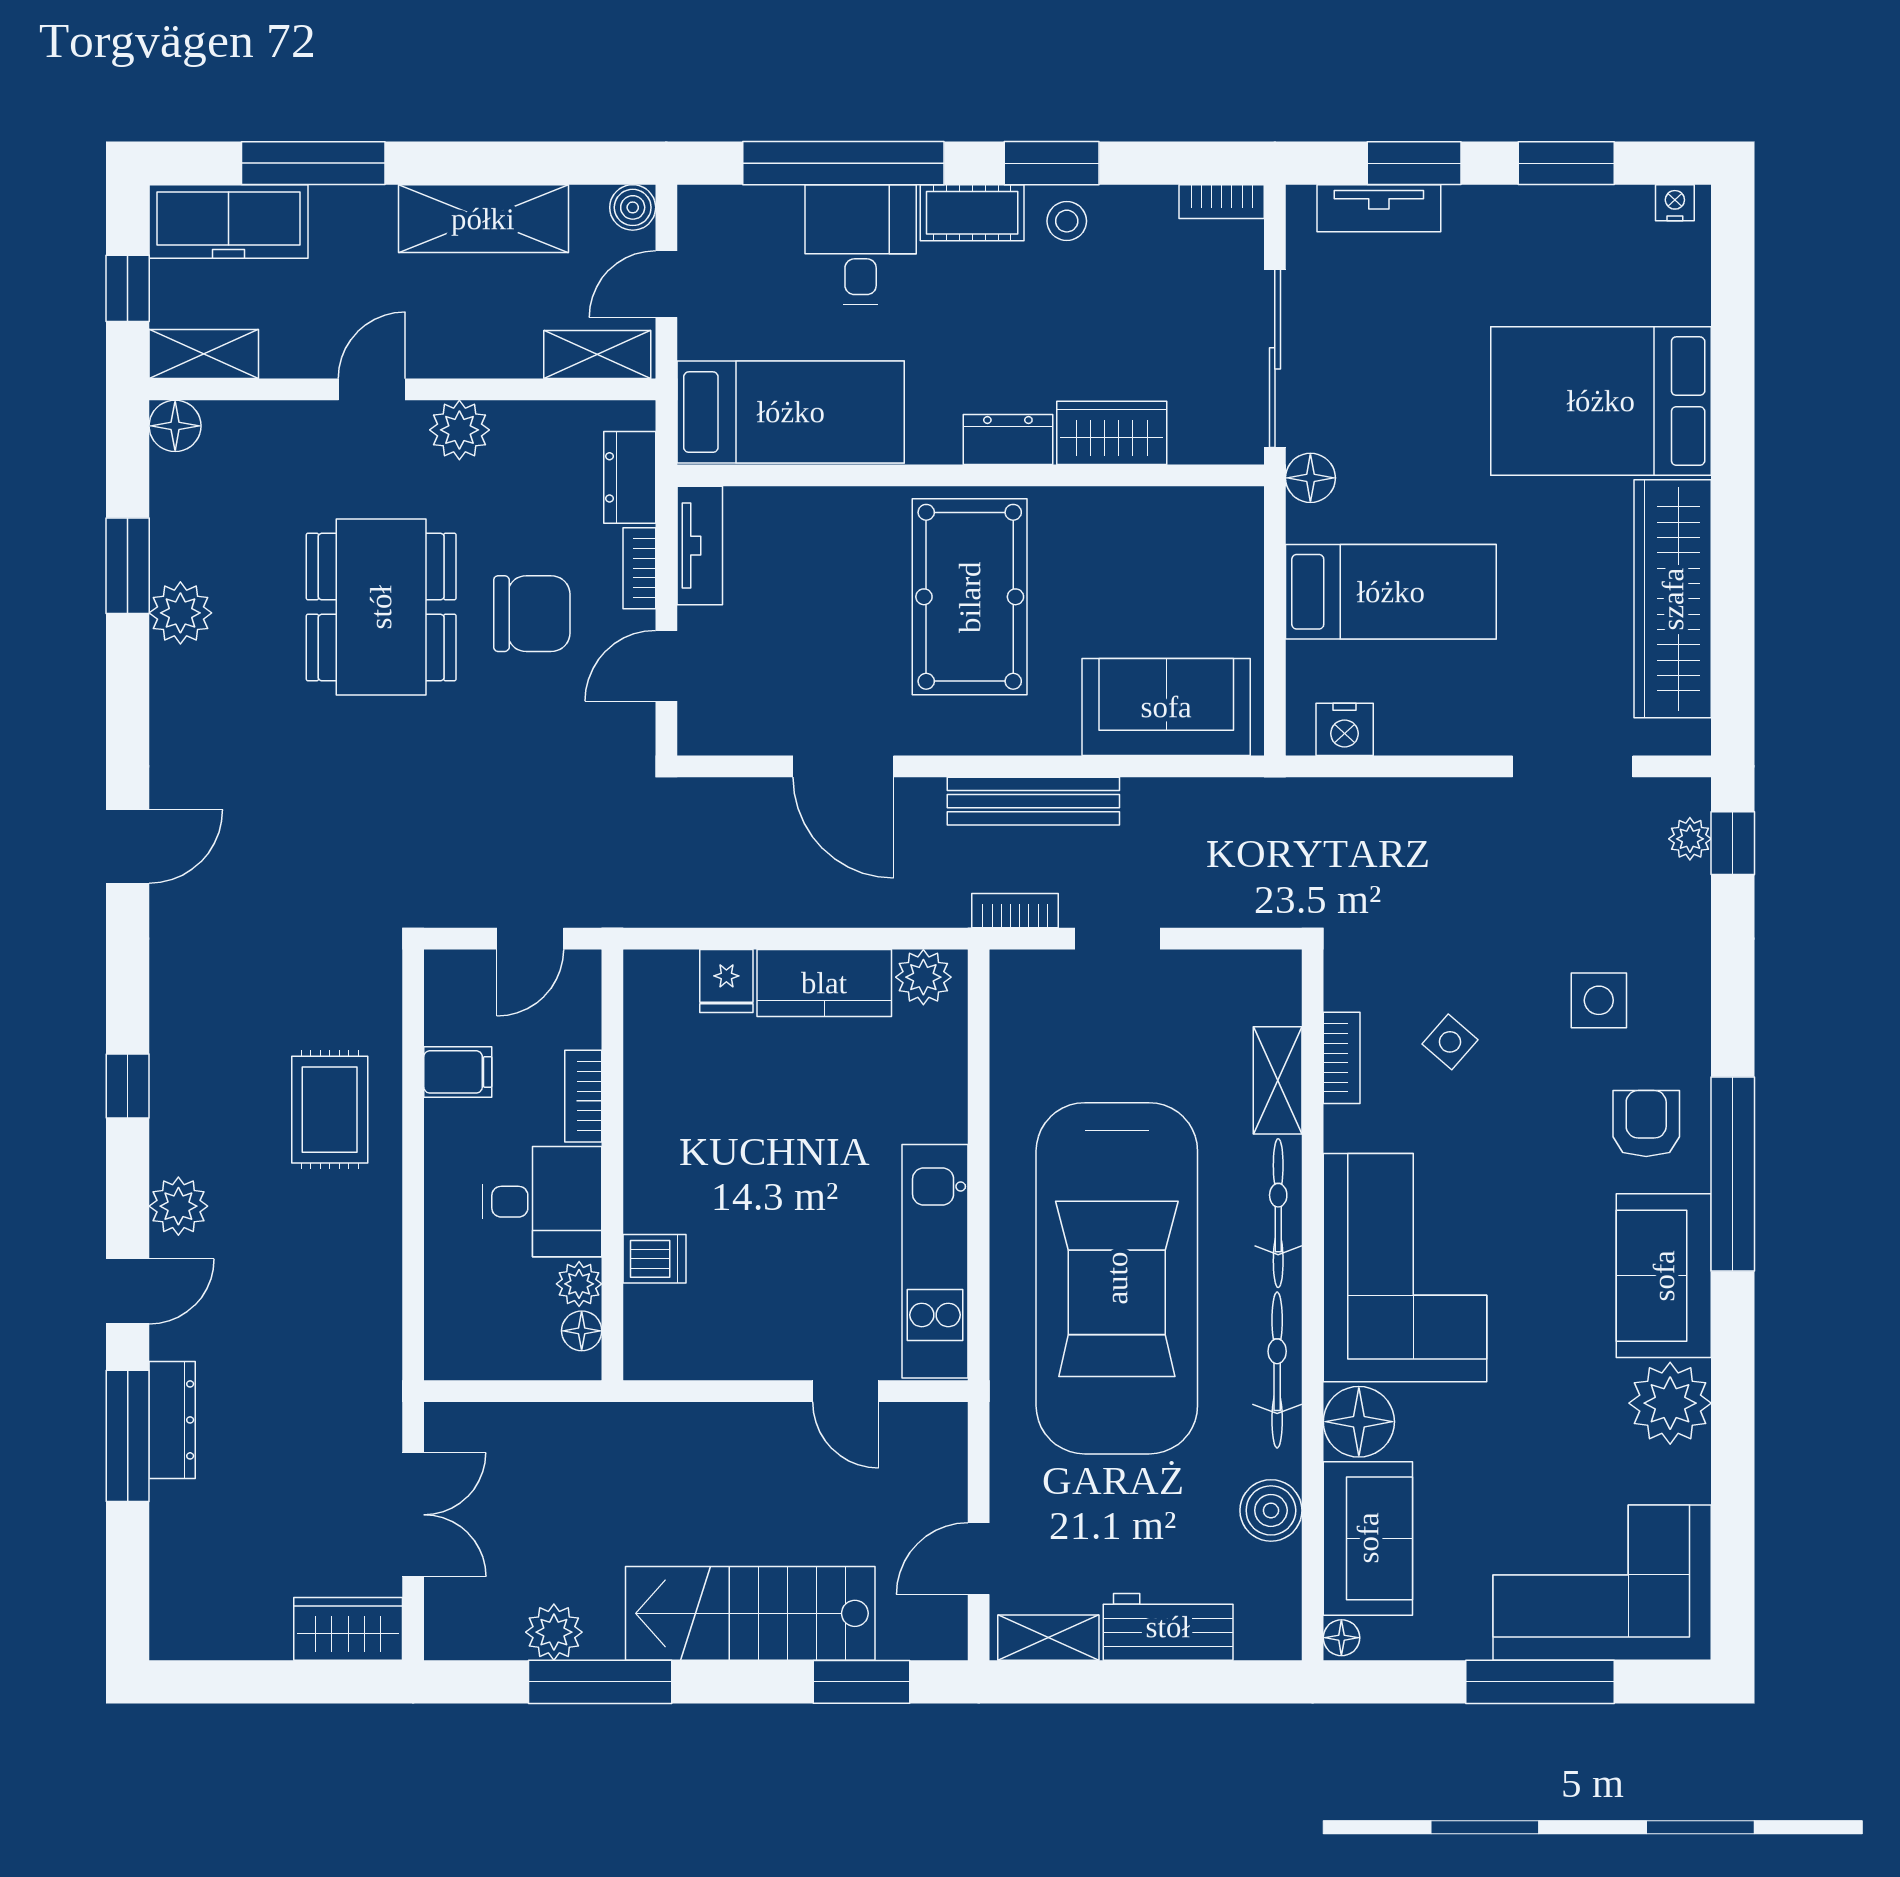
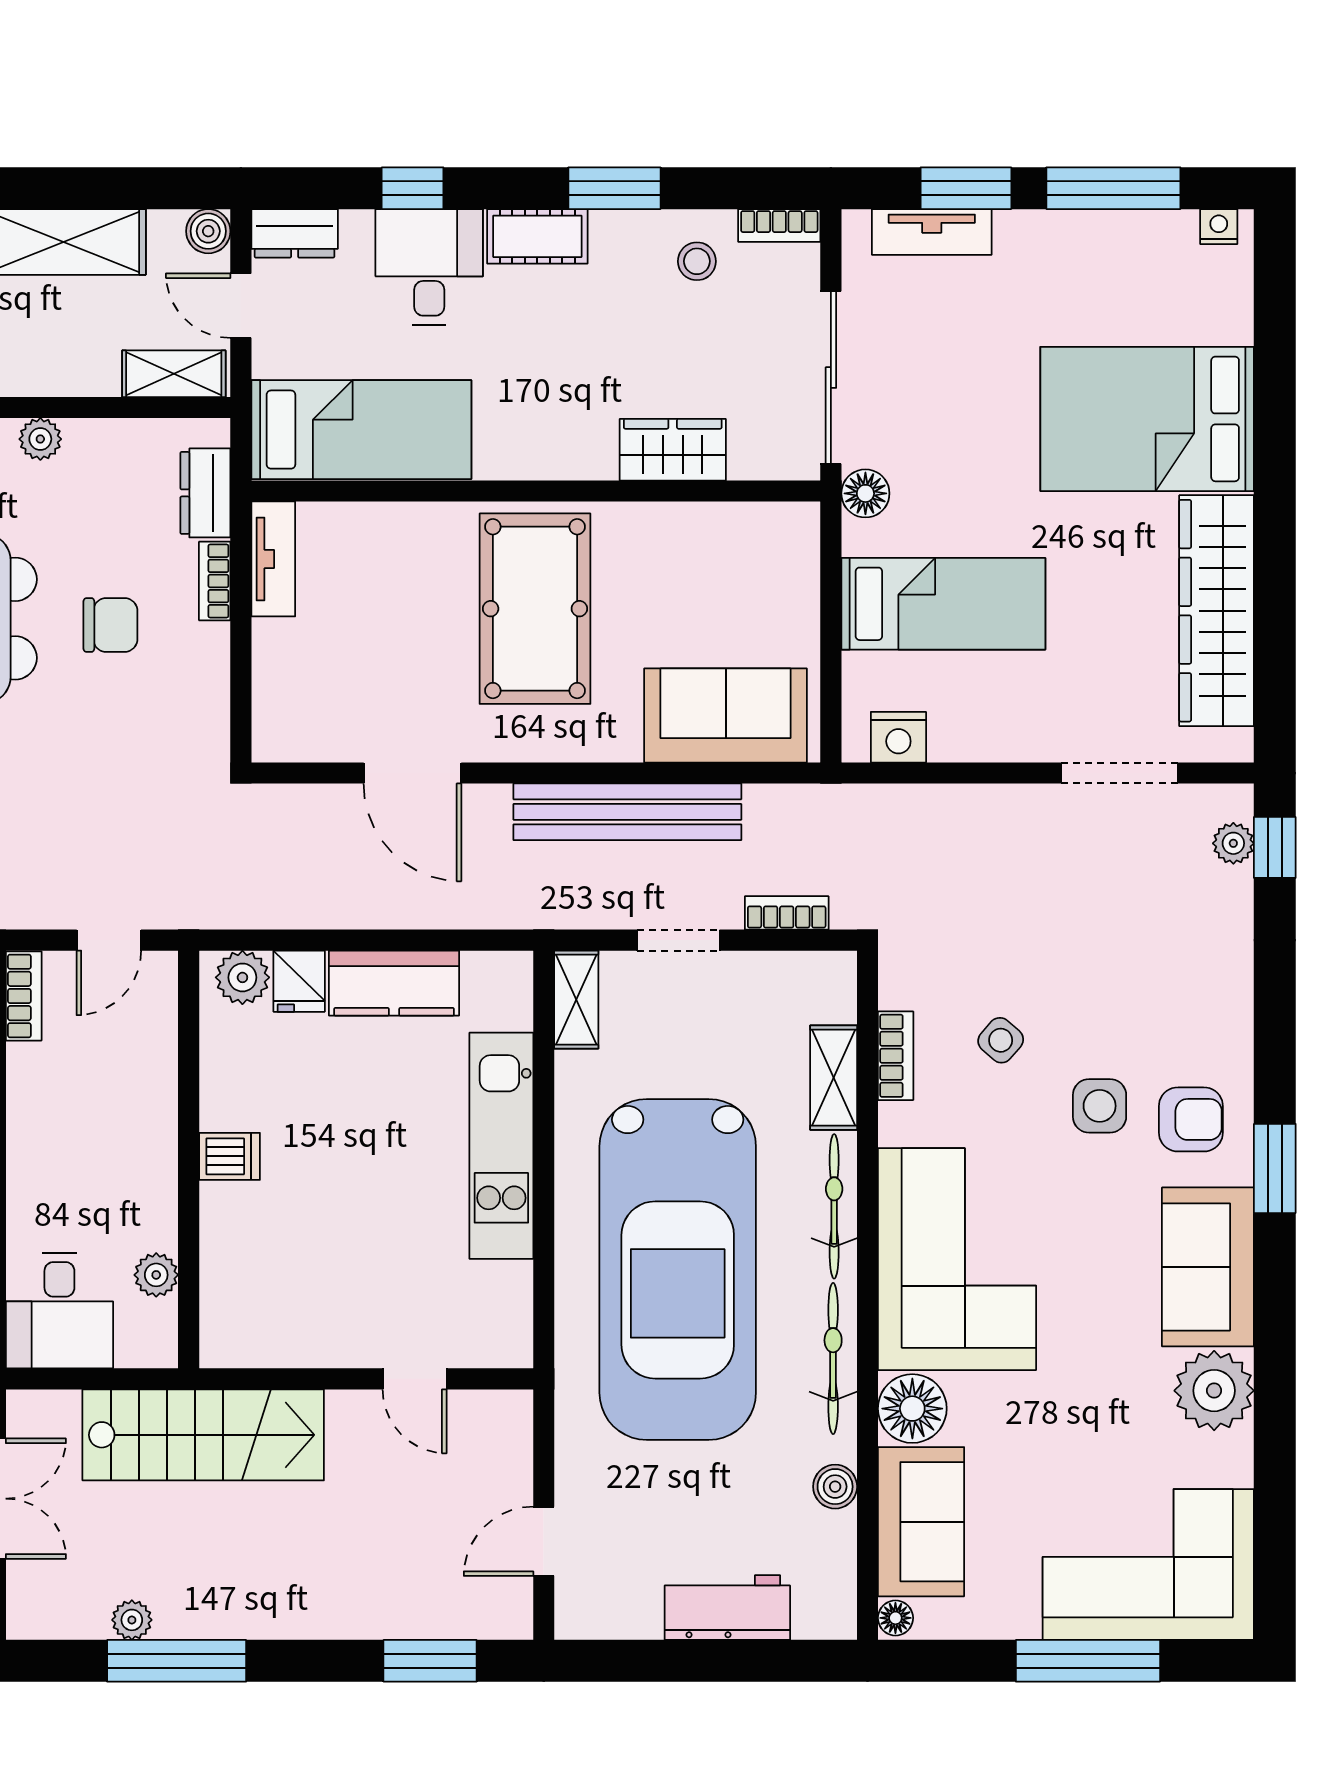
window: (843, 163) -> (413, 188), width x0.32
window: (1566, 163) -> (1113, 188), width x1.44
stool: (1067, 221) -> (697, 261), moved
door: (666, 284) -> (241, 306), hinge flipped
plant: (459, 430) -> (40, 439), width x0.73, depth x0.73
dresser: (1008, 440) -> (295, 233), moved, turned 180
chair: (532, 614) -> (110, 625), width x0.73, depth x0.73
door: (666, 666) -> (241, 676), removed
bench: (1033, 801) -> (627, 812), width x1.37, depth x1.21
bookcase: (1015, 911) -> (787, 913), moved
plant: (923, 977) -> (242, 977), moved
side table: (1599, 1000) -> (1100, 1106), moved
filing cabinet: (458, 1072) -> (39, 1069), removed
bookcase: (583, 1096) -> (24, 996), moved, turned 180
armchair: (1646, 1124) -> (1191, 1119), turned 90
window: (1733, 1174) -> (1275, 1168), width x0.47
desk: (542, 1202) -> (59, 1311), moved, turned 90
dishwasher: (655, 1259) -> (229, 1156), moved
kitchen unit: (935, 1261) -> (501, 1146), moved
floor lamp: (582, 1331) -> (159, 1320), removed
boiler: (1271, 1510) -> (835, 1487), width x0.73, depth x0.73
stairs: (750, 1613) -> (203, 1435), moved, turned 180
plant: (554, 1632) -> (132, 1620), width x0.73, depth x0.73
shelving: (1048, 1638) -> (576, 1000), moved, turned 90

